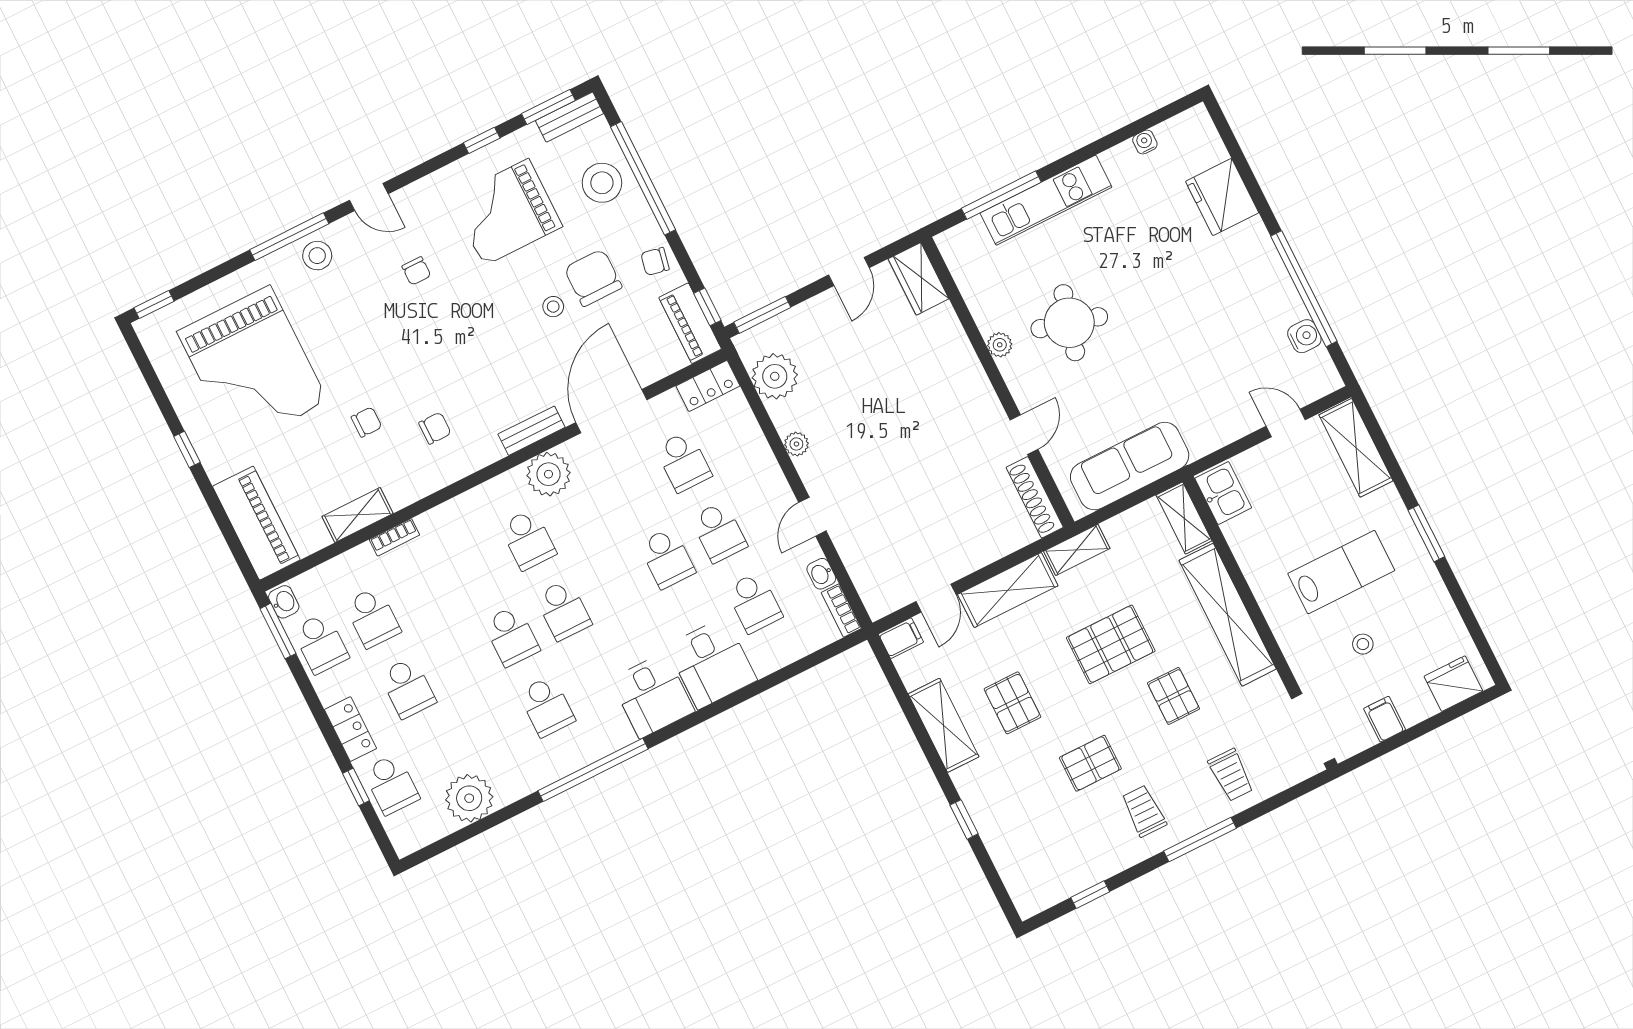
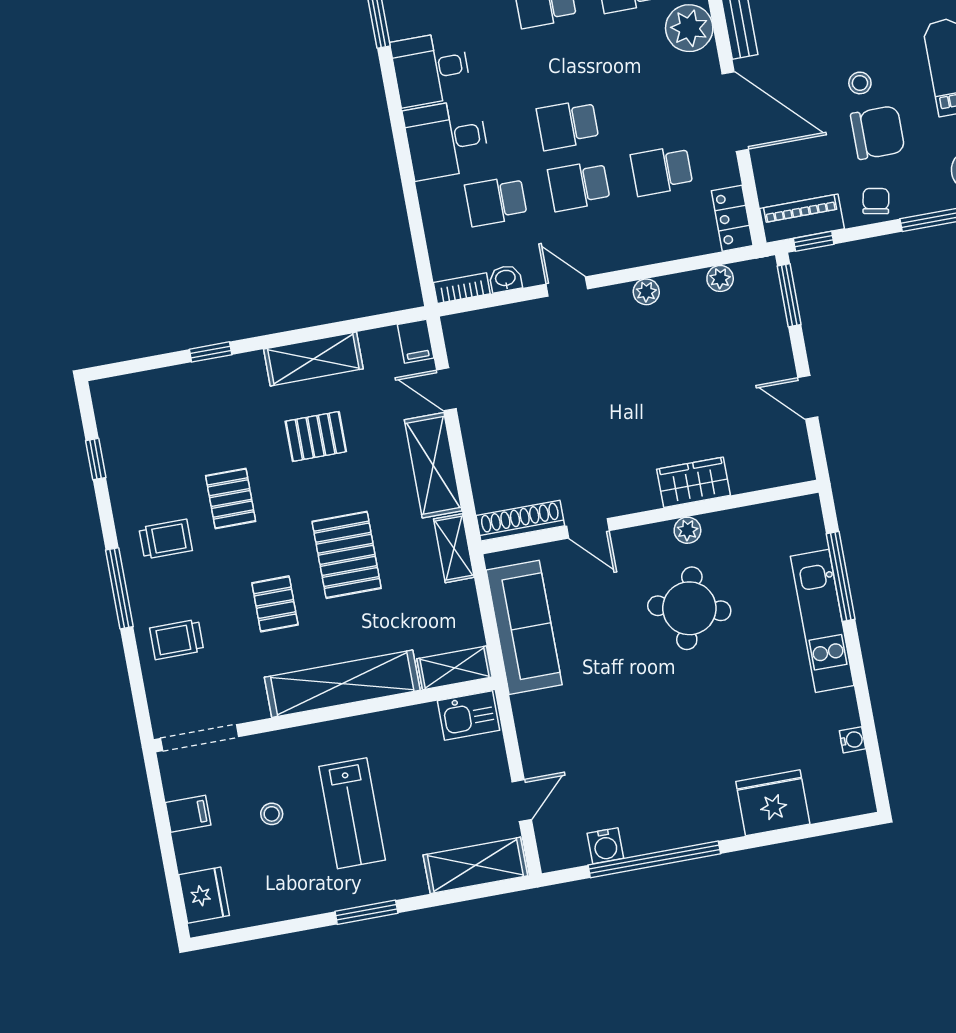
wardrobe: (919, 279) -> (694, 482), moved
plant: (775, 376) -> (720, 278), width x0.53, depth x0.53
pallet: (1173, 696) -> (275, 604), turned 90

